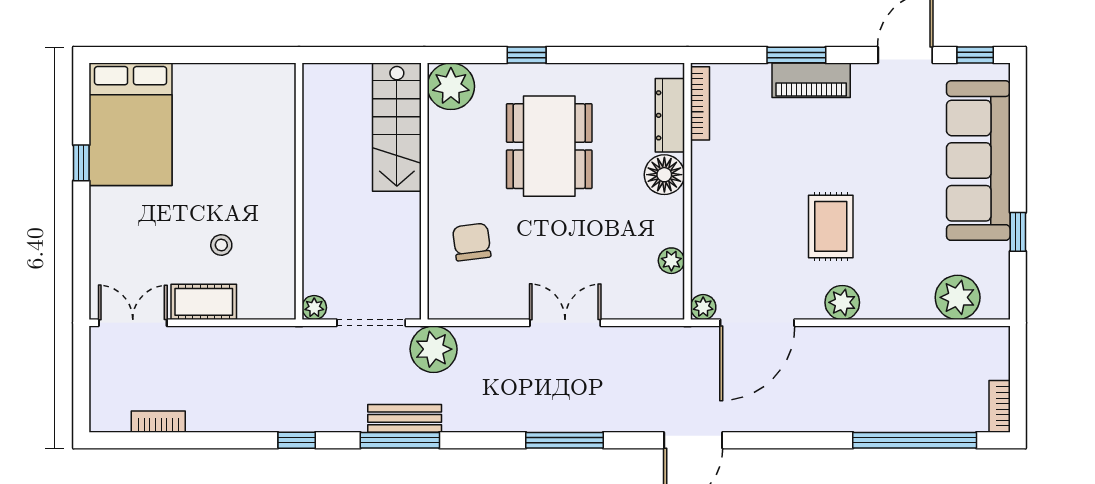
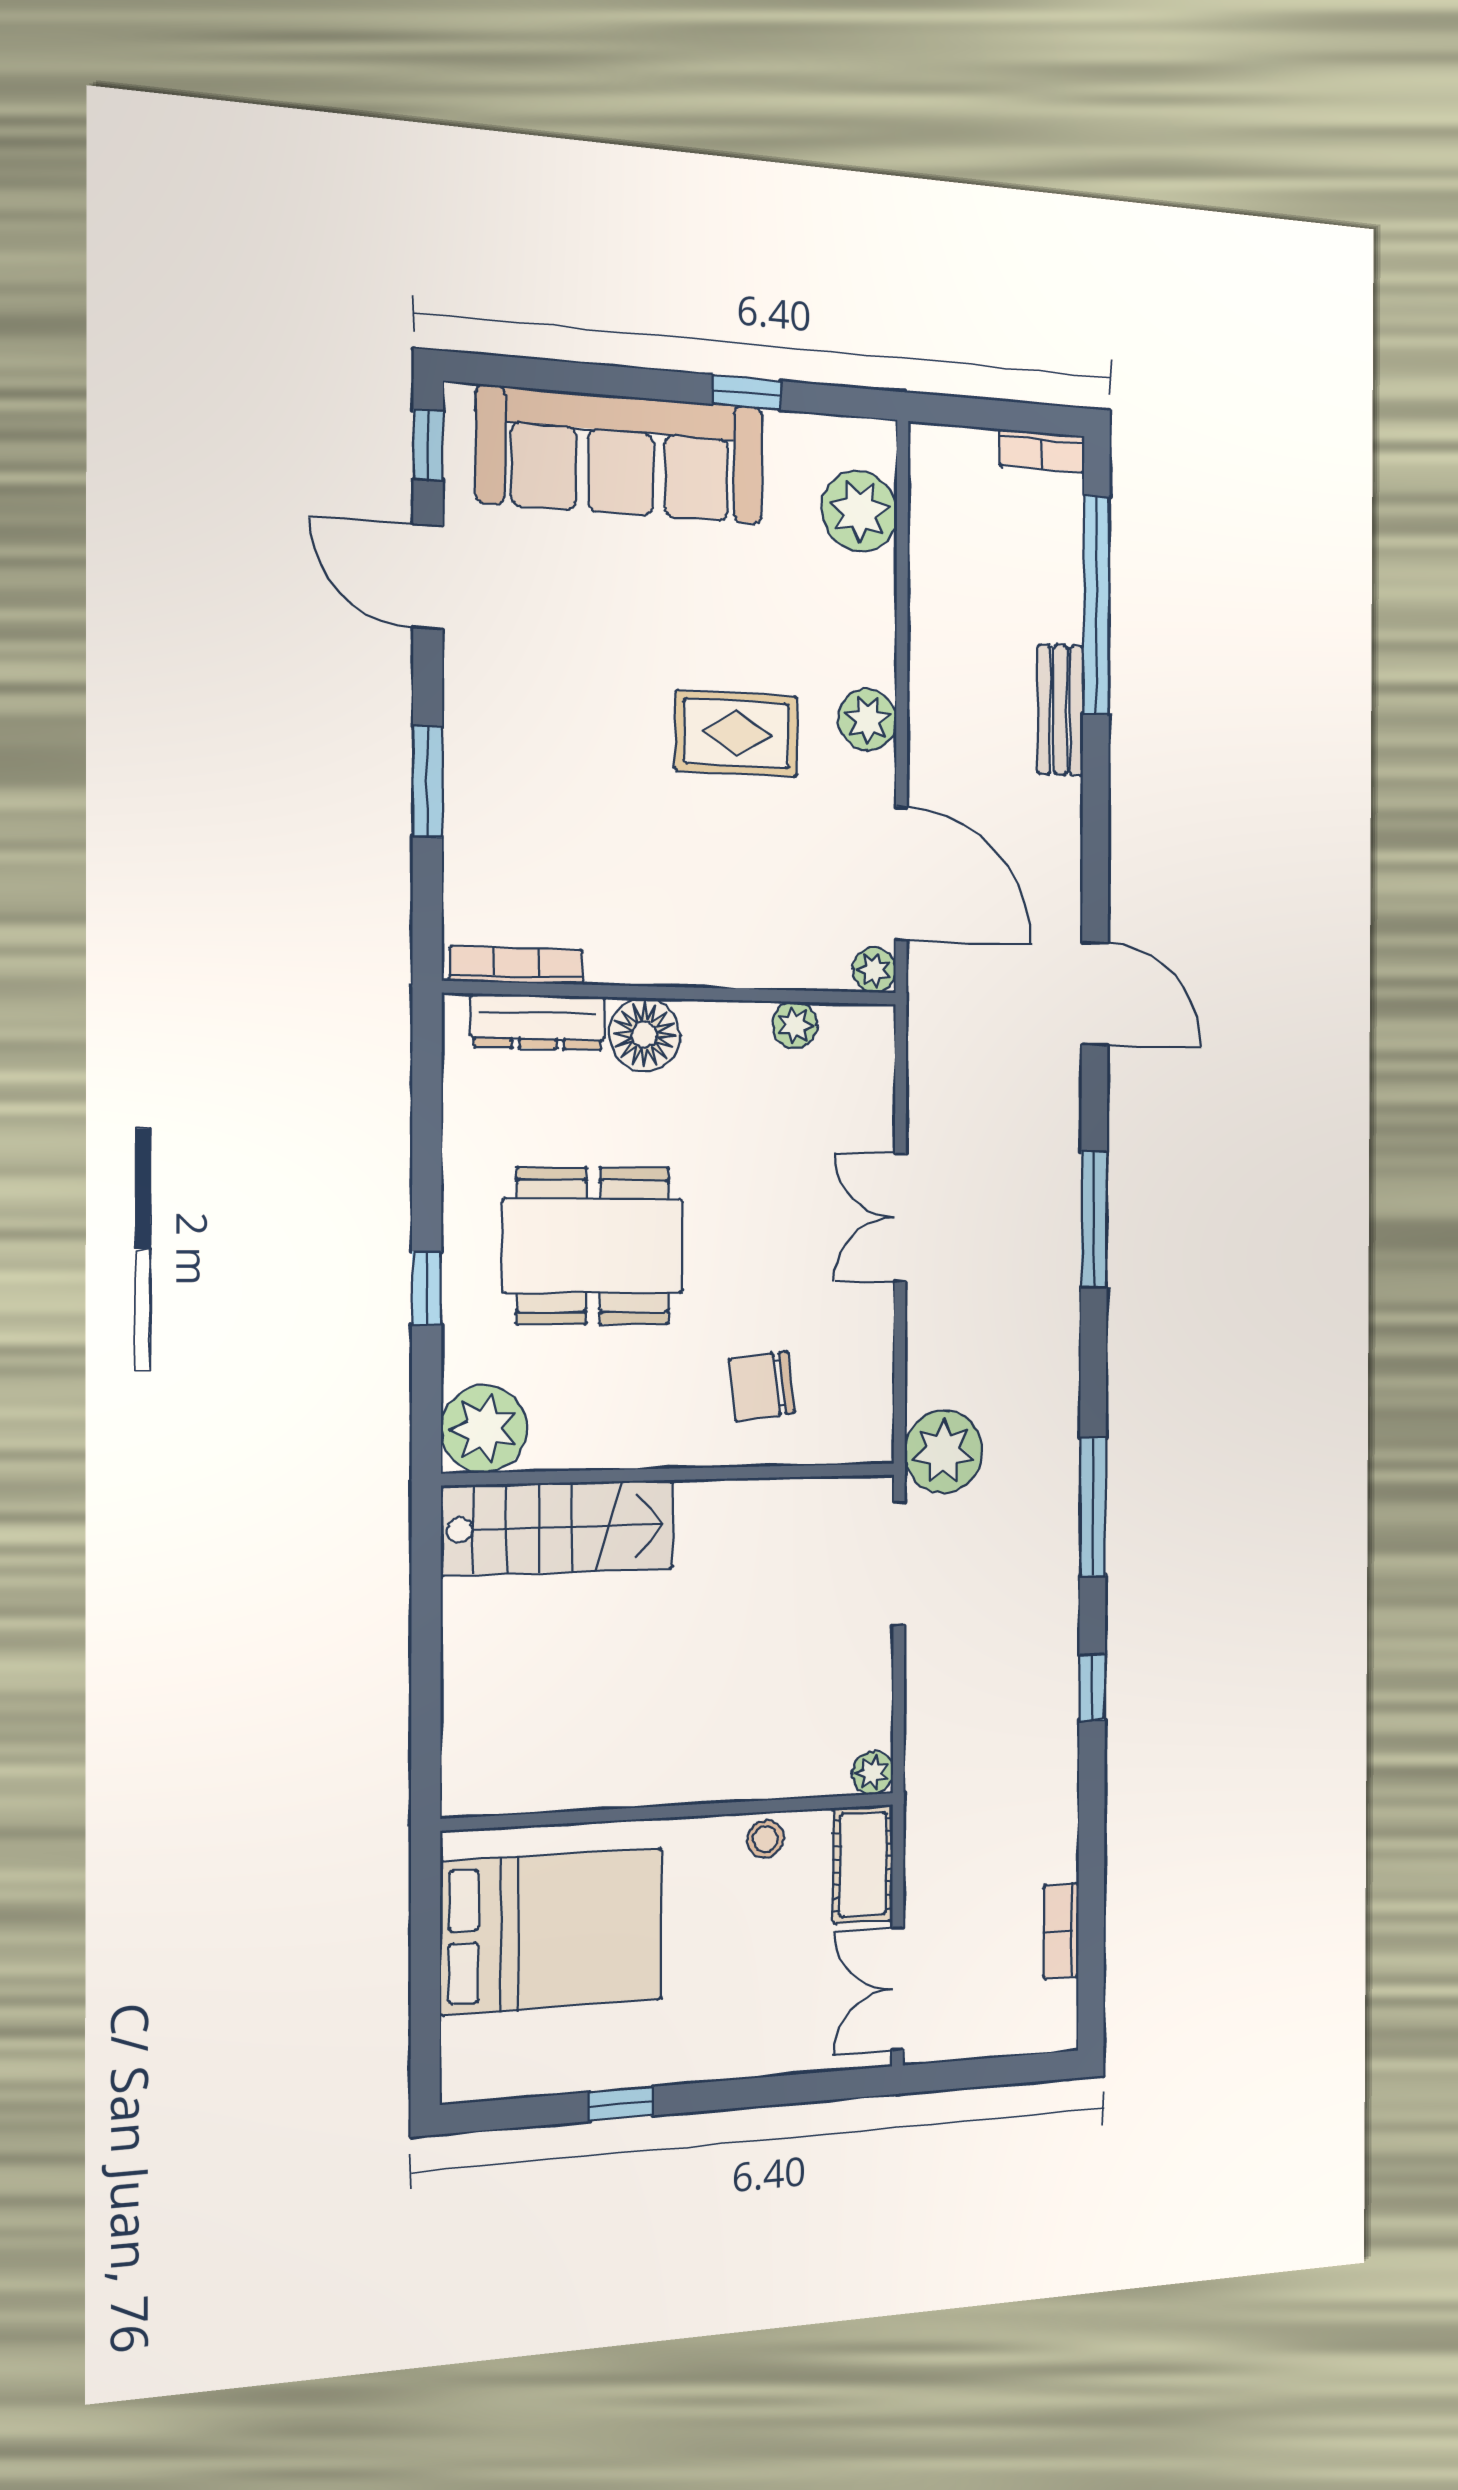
piano: (811, 80) -> (474, 756), removed
bed: (131, 124) -> (552, 1931), moved
wall: (299, 191) -> (672, 1811), moved
plant: (314, 308) -> (873, 1773), moved
bench: (405, 418) -> (1060, 710), moved

